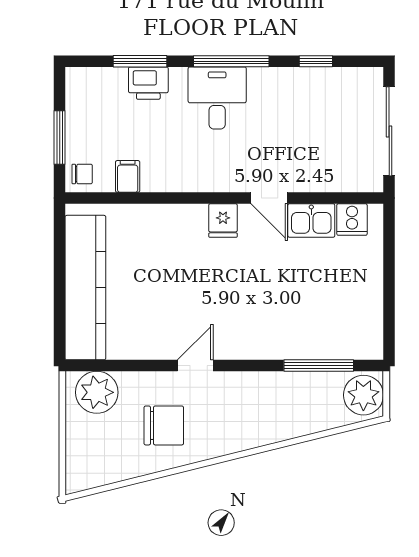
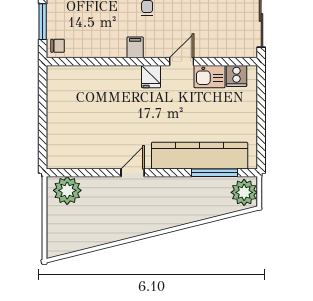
filing cabinet: (128, 176) -> (135, 47), moved
door: (269, 198) -> (182, 62), swing flipped
kitchen counter: (85, 288) -> (200, 156), moved, turned -90
chair: (164, 425) -> (112, 213), removed

